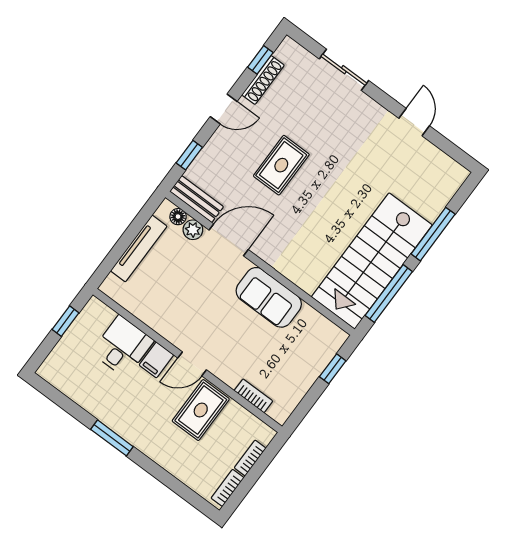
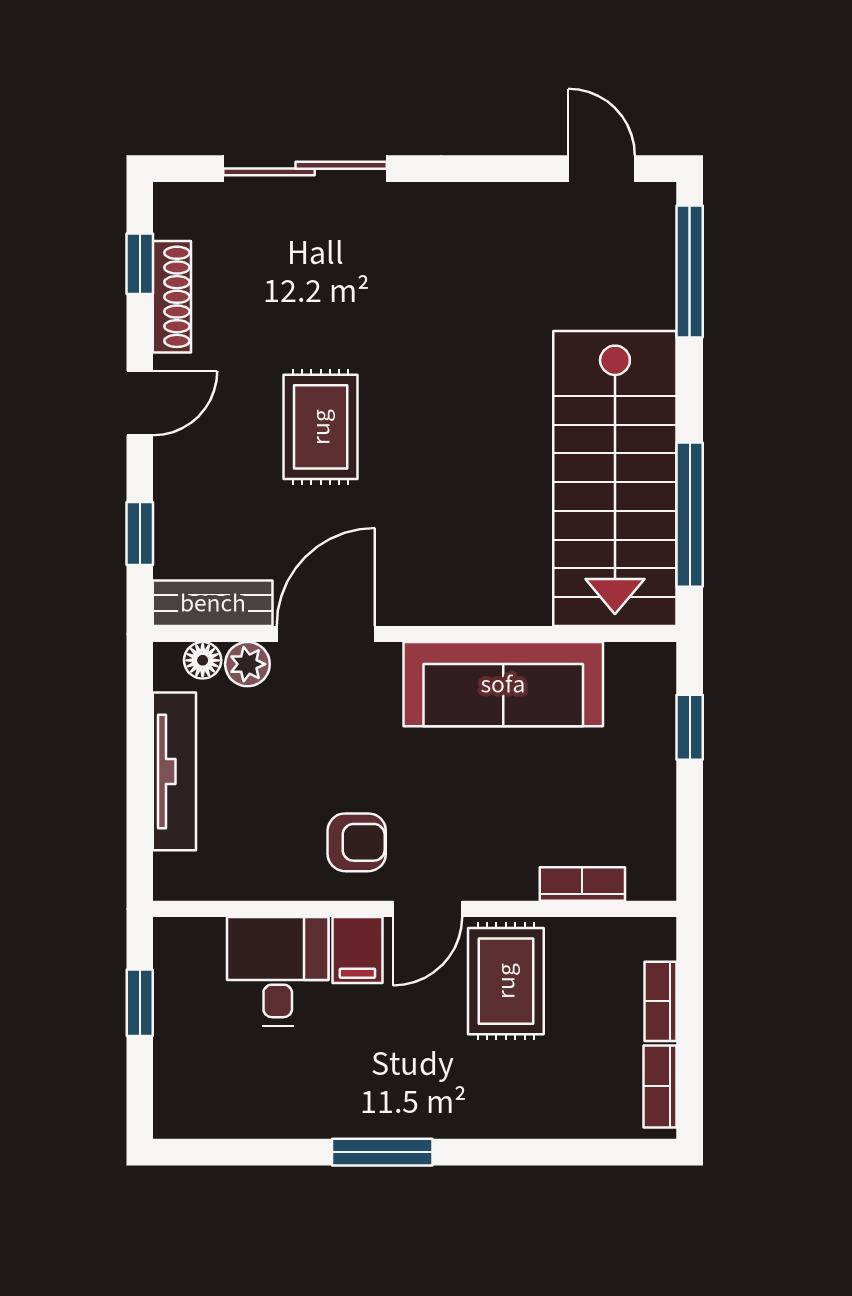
sliding door: (344, 70) -> (305, 169), width x1.37
door: (414, 122) -> (602, 169), moved
window: (433, 234) -> (690, 271), moved
sofa: (269, 297) -> (503, 684), width x1.36
armchair: (185, 322) -> (357, 842), added

